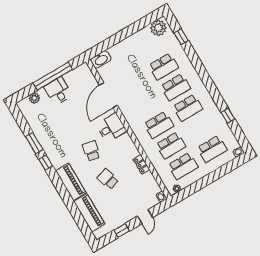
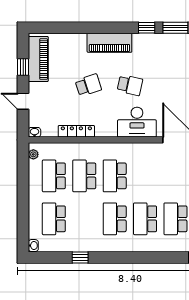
desk: (111, 128) -> (137, 122), width x1.37
locker: (141, 164) -> (76, 131), width x1.53
piano: (89, 213) -> (38, 59), moved, turned -90

